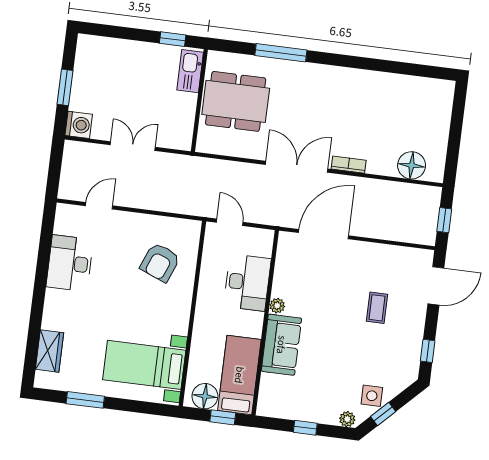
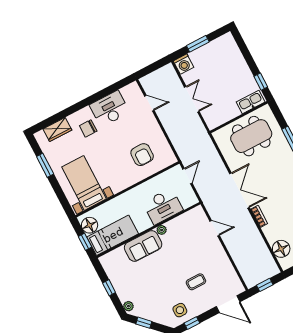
dining table: (236, 101) -> (251, 136), turned 90
door: (323, 234) -> (215, 228), width x0.53
armchair: (160, 262) -> (142, 155), turned -112
chair: (76, 309) -> (88, 128), added
side table: (372, 396) -> (180, 310), moved

